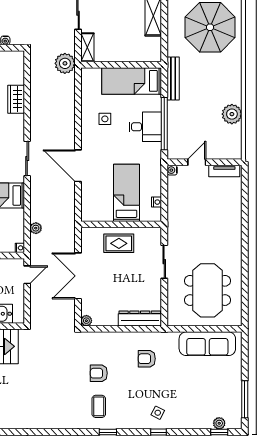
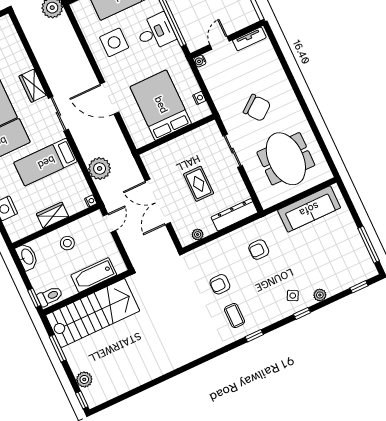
wardrobe: (16, 99) -> (33, 86), moved
side table: (105, 119) -> (114, 42), width x1.87, depth x1.87
bed: (126, 193) -> (161, 105), width x1.50
plant: (36, 228) -> (100, 168), width x1.88, depth x1.88
chair: (203, 234) -> (257, 108), added
rug: (119, 243) -> (199, 184), moved, turned 90
plant: (86, 321) -> (198, 234), moved
plant: (219, 423) -> (320, 295), moved

